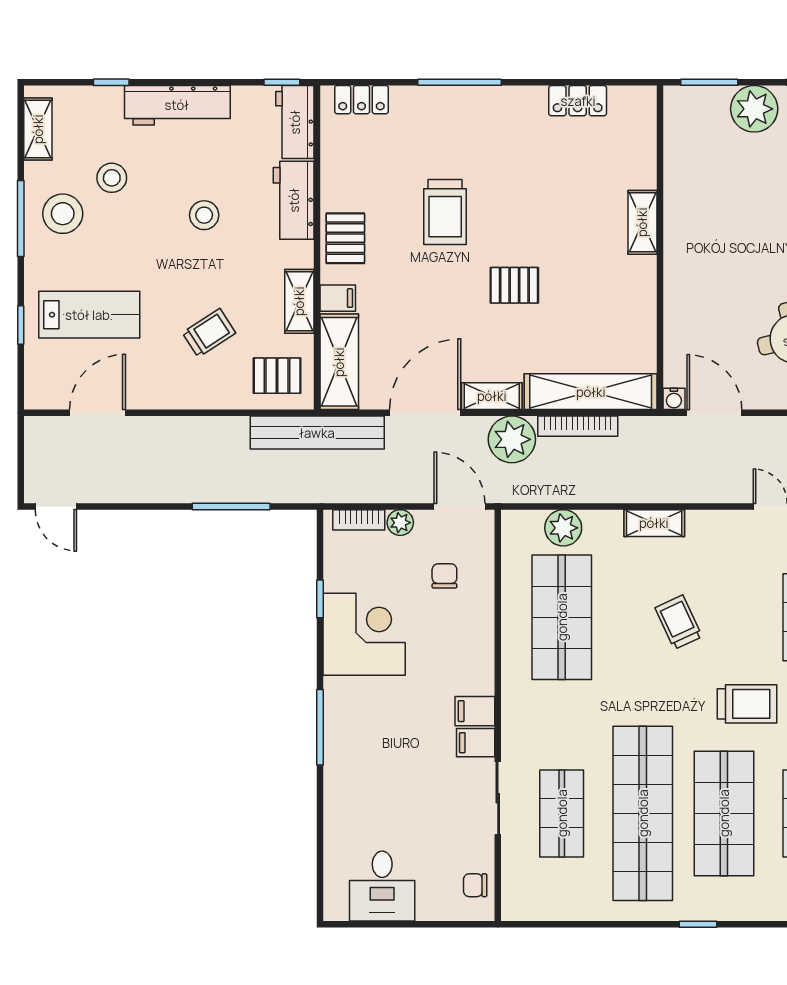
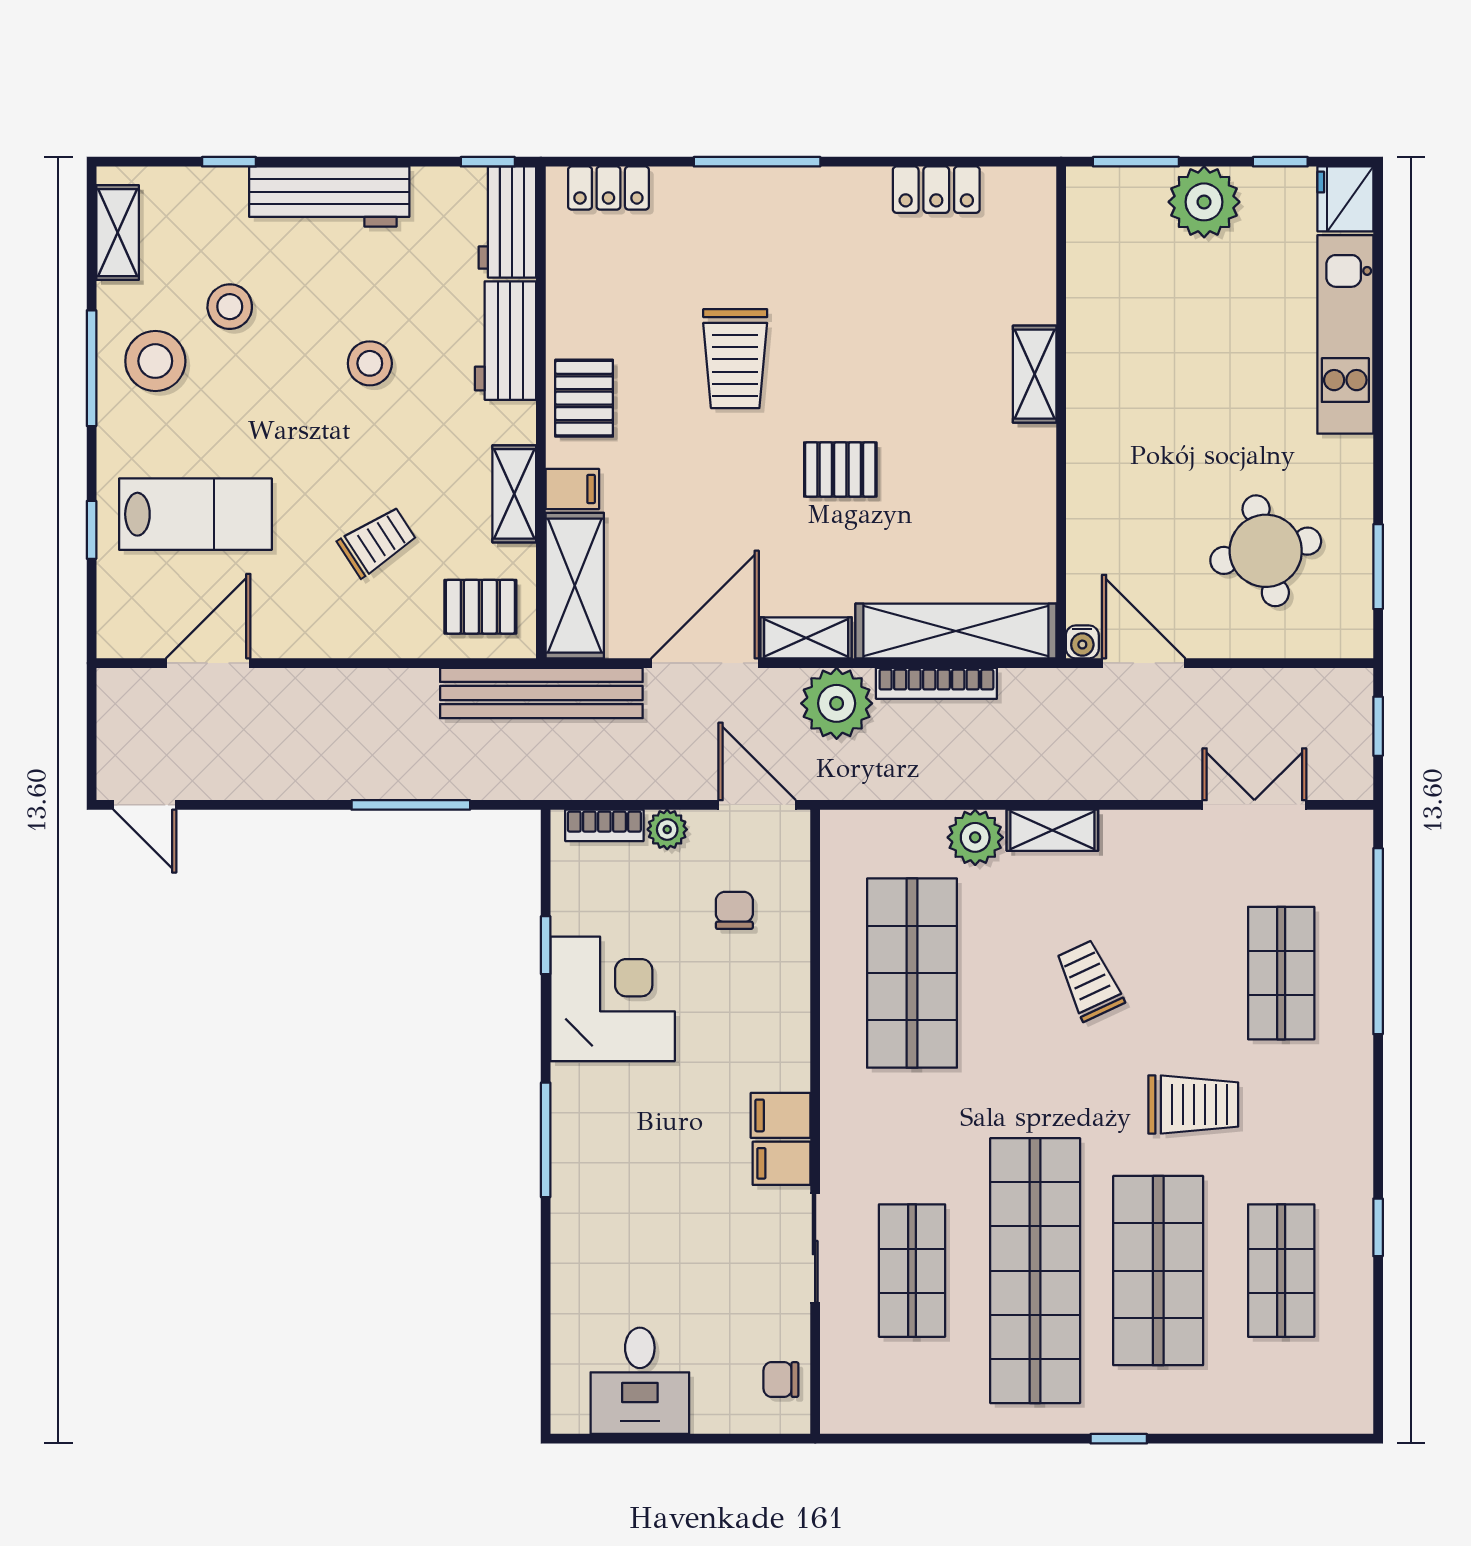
plant: (563, 528) -> (975, 837), moved

